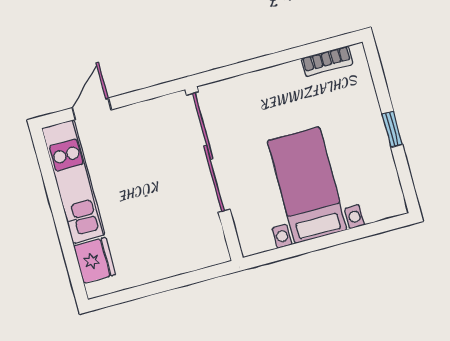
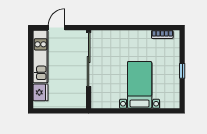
sliding door: (208, 152) -> (89, 59), moved
wall: (214, 174) -> (89, 69), moved

